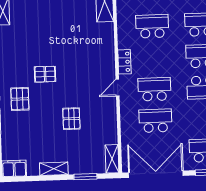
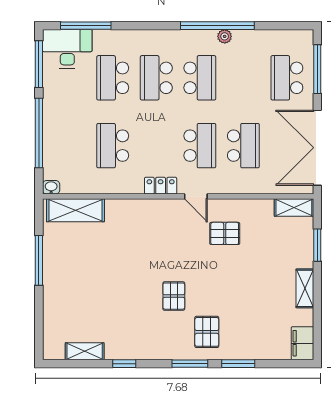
school desk: (154, 89) -> (200, 146), turned 180
pallet: (20, 99) -> (207, 332), turned 90
pallet: (71, 119) -> (225, 233), moved
school desk: (155, 121) -> (243, 146), turned 180

